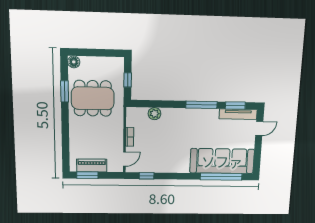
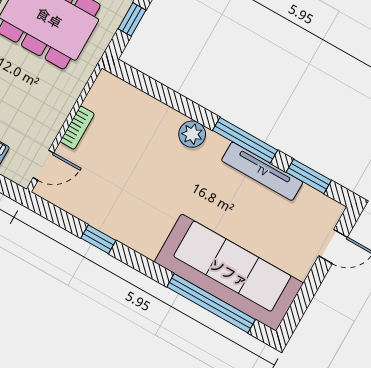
plant: (154, 114) -> (192, 134), moved
tv unit: (238, 114) -> (262, 171), moved
window: (147, 176) -> (98, 239), moved

